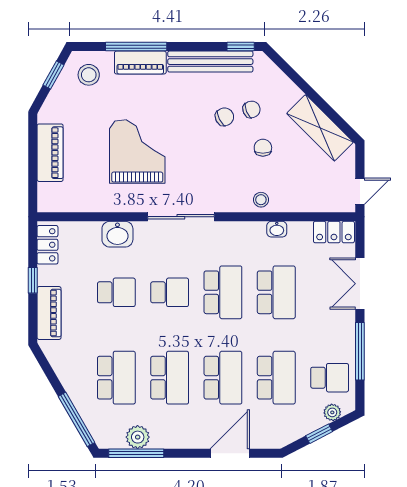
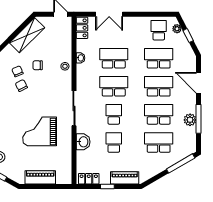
window: (360, 351) -> (145, 14), removed
plant: (138, 437) -> (190, 120), moved
window: (136, 453) -> (198, 119), moved

